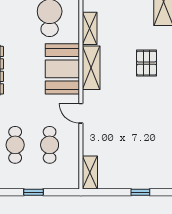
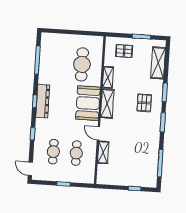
shelving: (90, 172) -> (103, 152), moved

